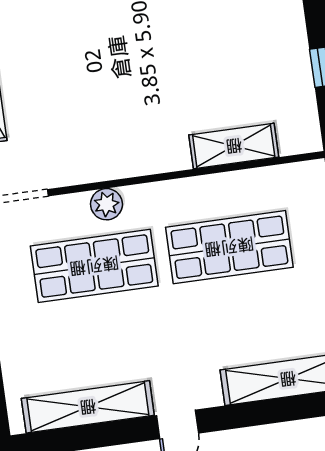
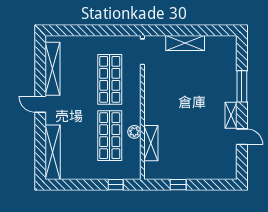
plant: (107, 204) -> (134, 132), moved

